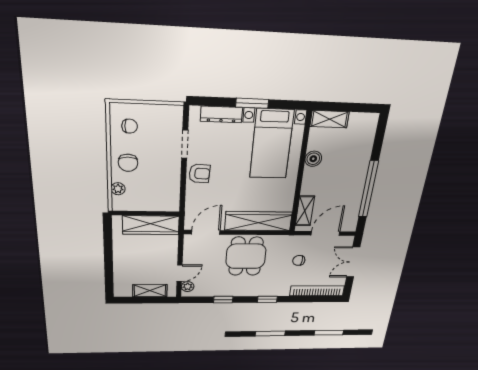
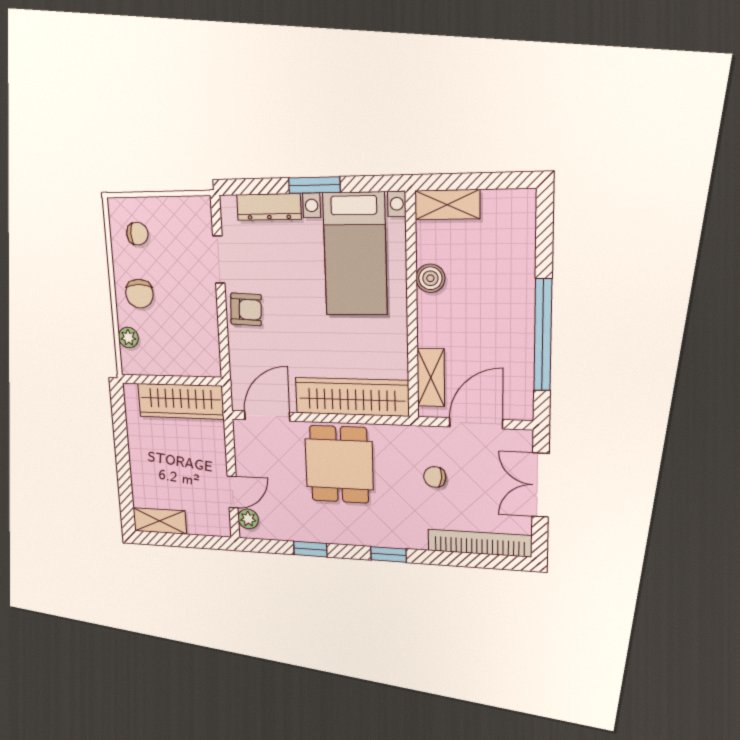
shelving: (150, 291) -> (160, 521), moved

